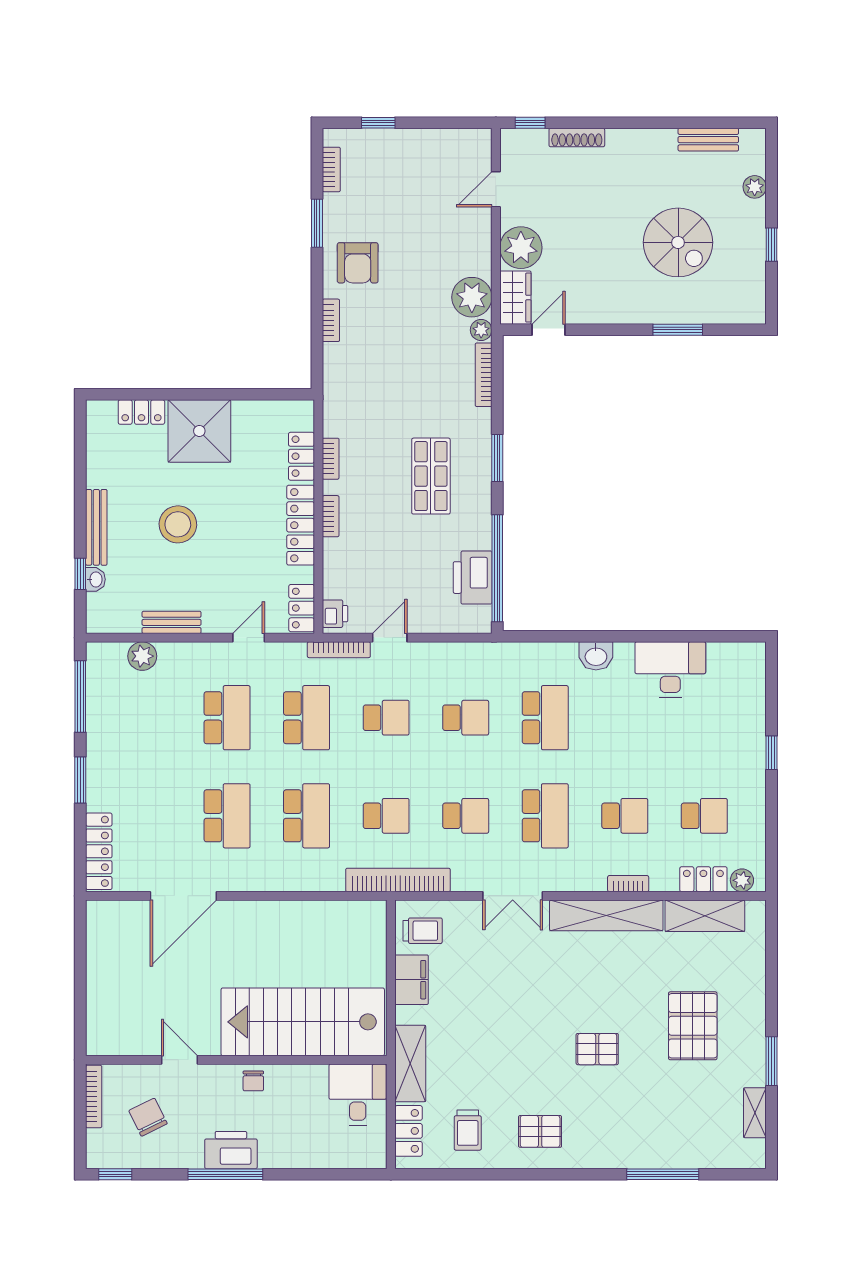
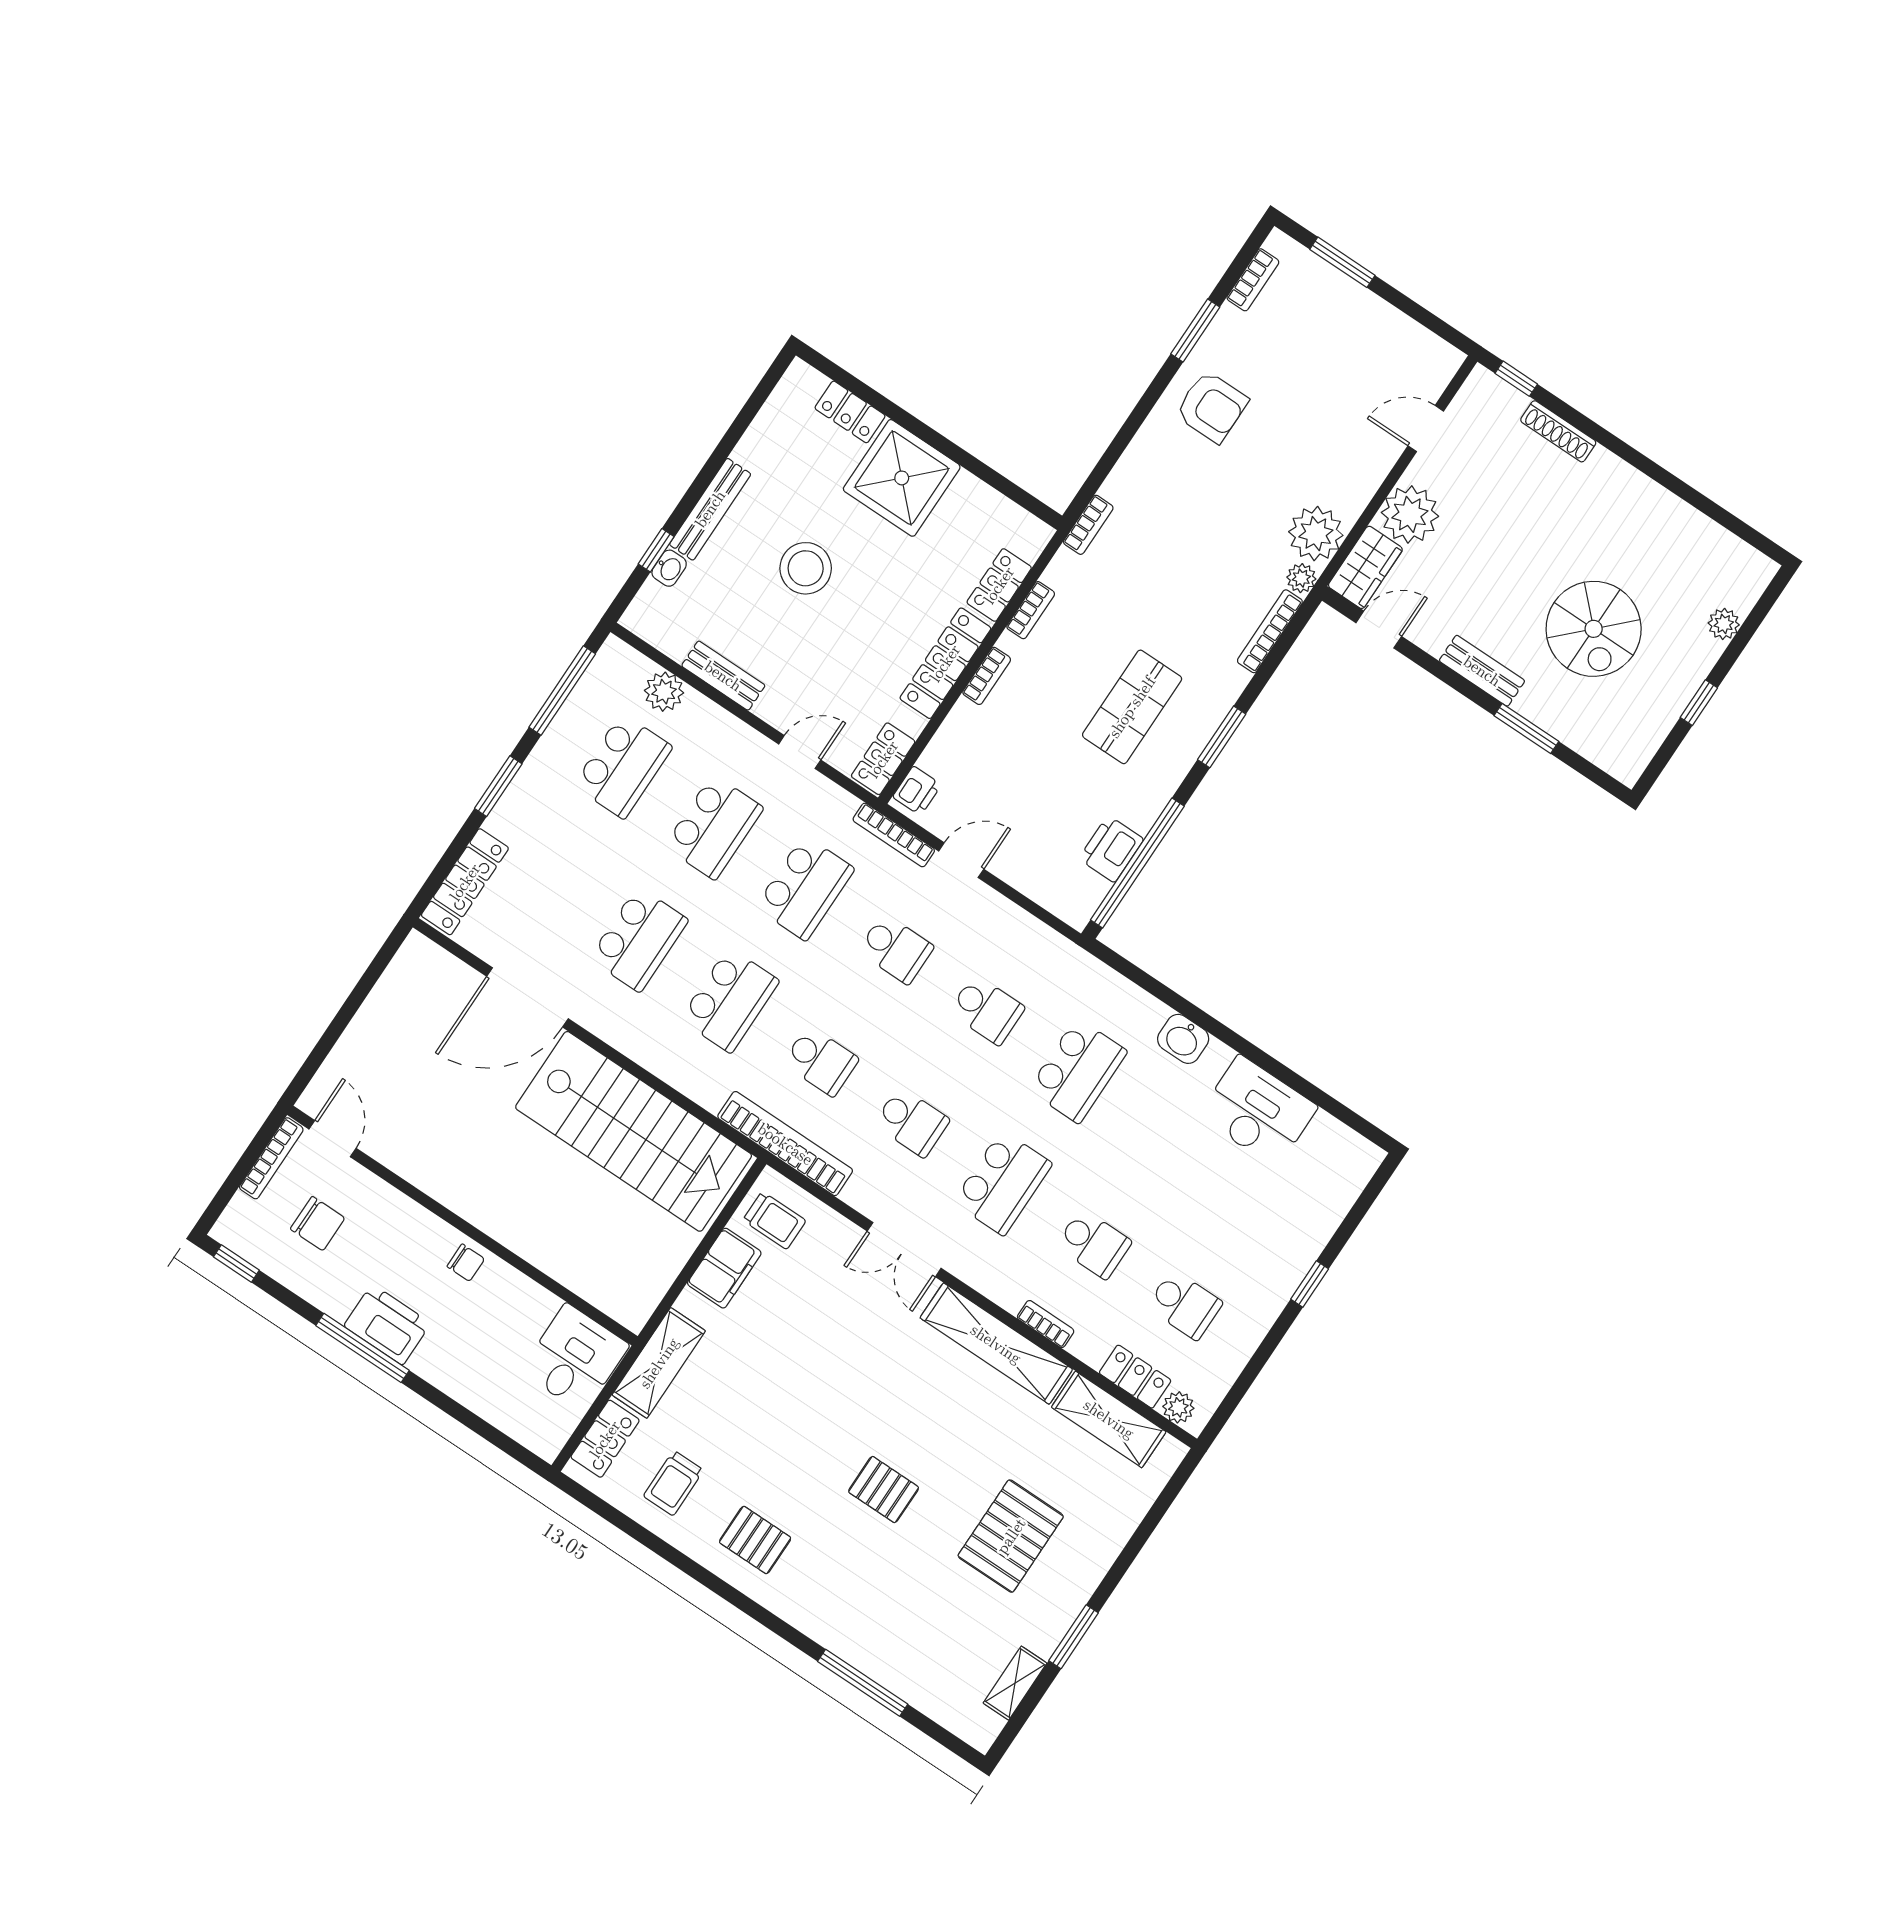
window: (378, 123) -> (1342, 262), width x1.50
bench: (708, 140) -> (1482, 671), moved
armchair: (358, 263) -> (1212, 407), turned -90
bookcase: (331, 320) -> (1088, 525), moved
printer: (473, 578) -> (1111, 849), width x0.73, depth x0.84
school desk: (147, 718) -> (623, 766), added
stairs: (303, 1022) -> (634, 1131), moved, turned 180
door: (179, 1060) -> (332, 1139), moved
chair: (253, 1081) -> (466, 1263), turned -90
chair: (148, 1117) -> (318, 1224), turned 116

